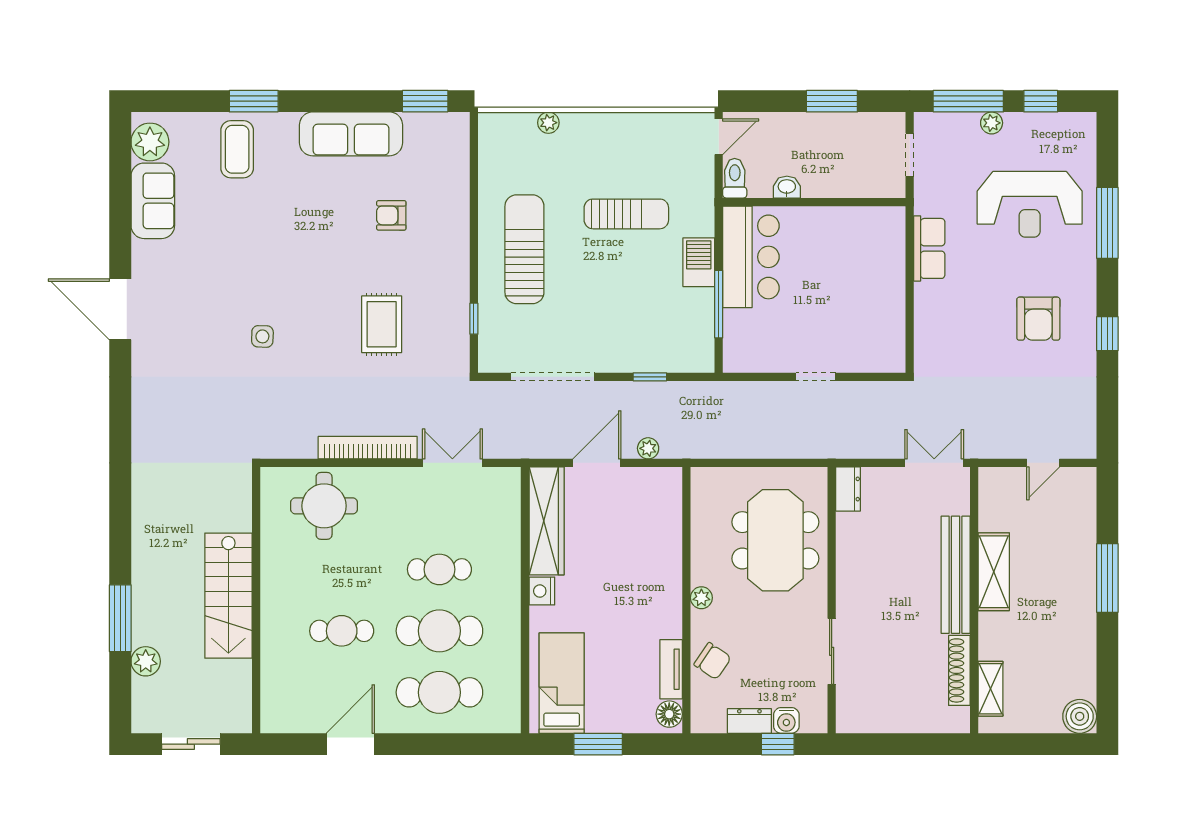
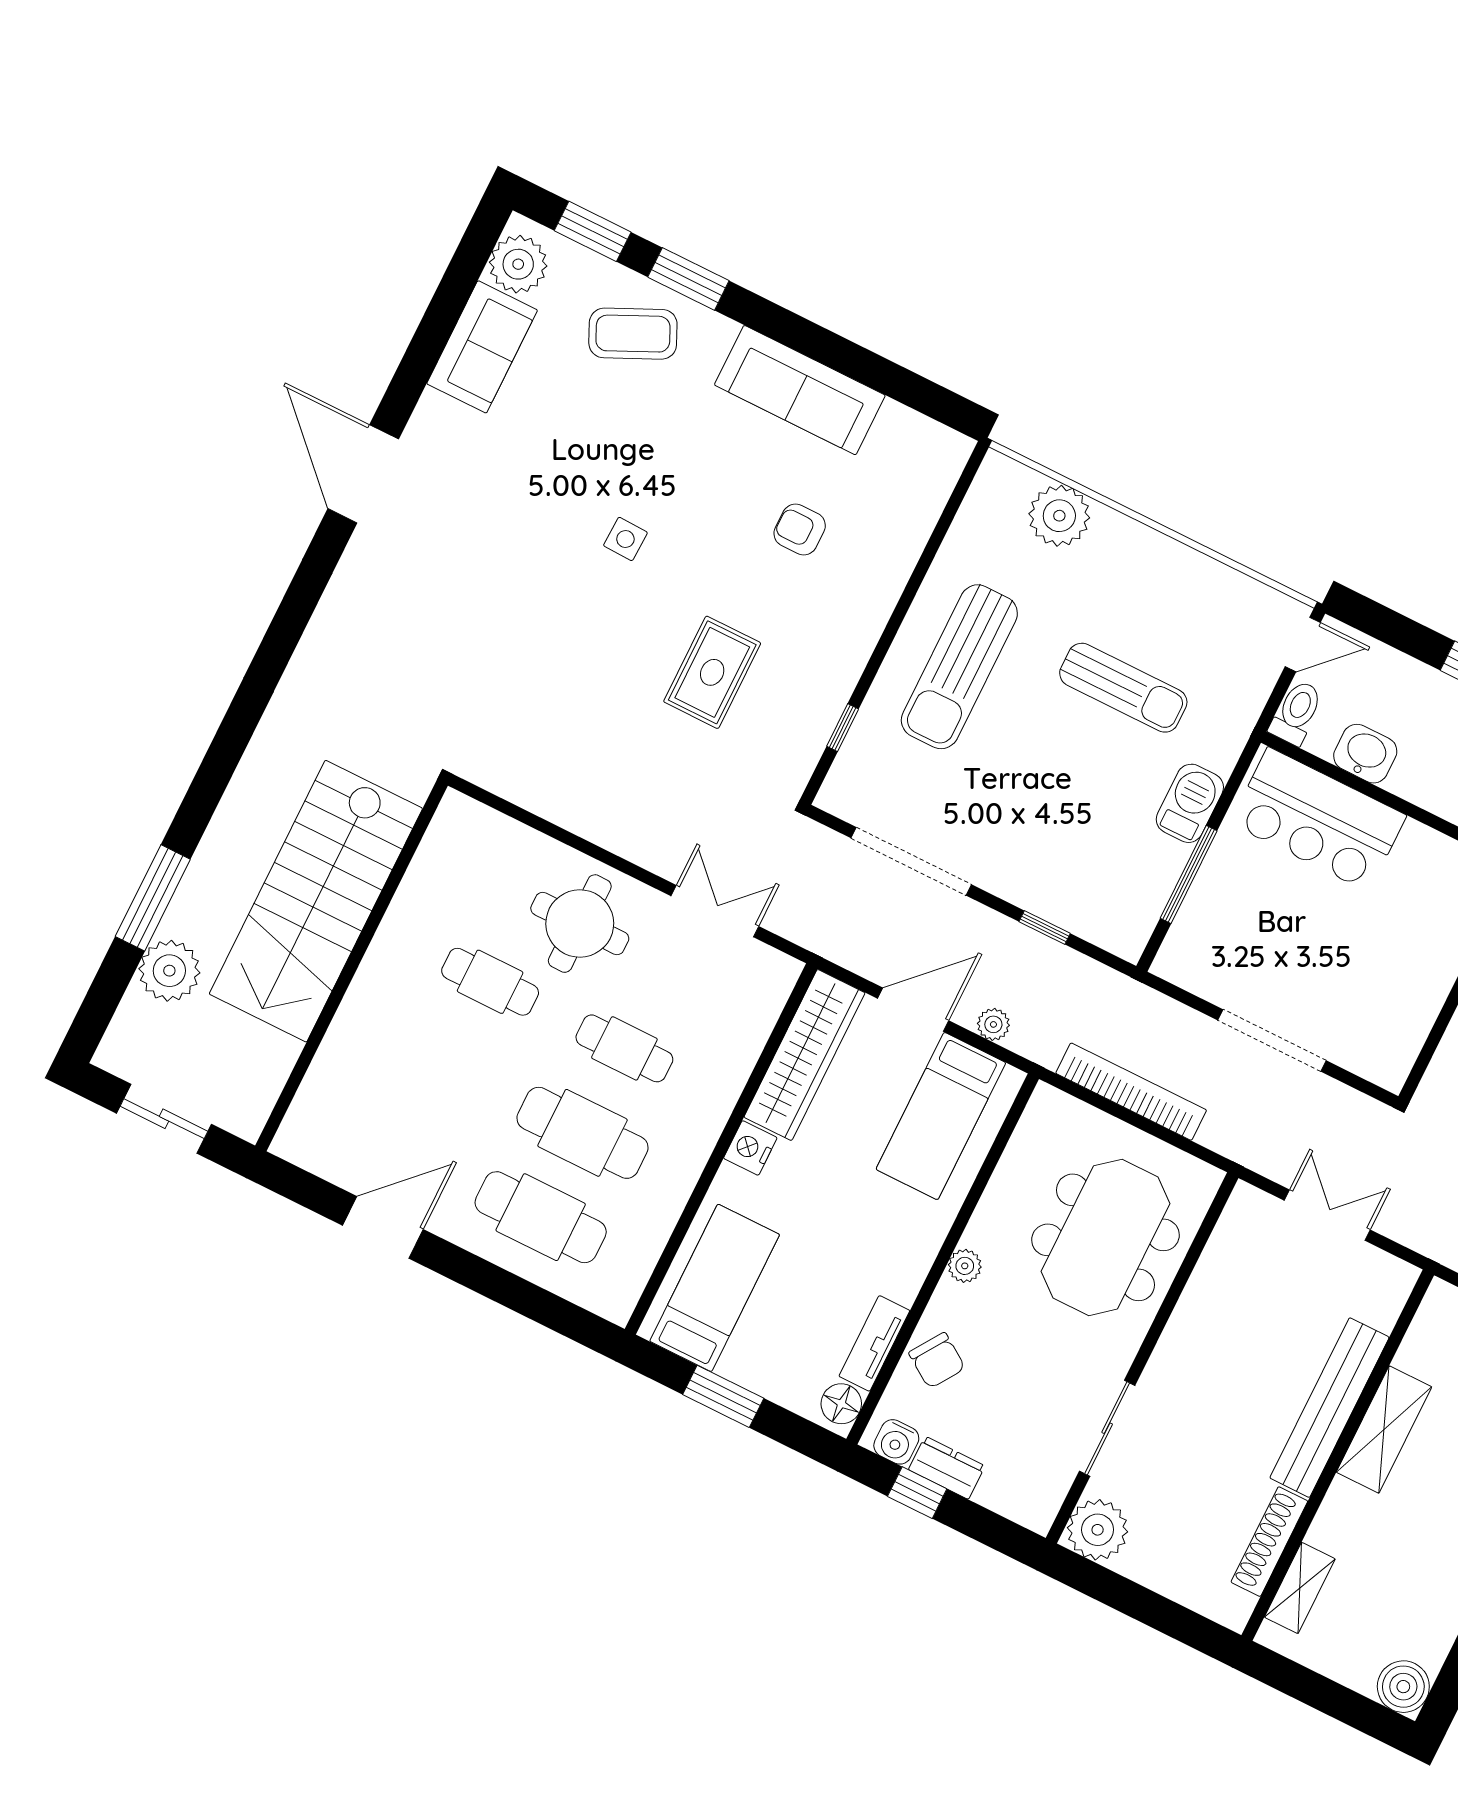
window: (425, 101) -> (593, 231), moved
plant: (548, 123) -> (1059, 516), width x1.88, depth x1.88
coffee table: (237, 149) -> (633, 334), turned 65
washbasin: (787, 187) -> (1365, 754), width x1.38, depth x1.45
sun lounger: (524, 249) -> (959, 667), turned 180
bar counter: (751, 257) -> (1318, 819), moved, turned 90
side table: (262, 336) -> (625, 539), moved
doorway: (816, 377) -> (1272, 1040), width x1.87
bookcase: (368, 448) -> (1131, 1092), moved
double door: (934, 463) -> (1327, 1215), moved
dresser: (848, 489) -> (1240, 1217), removed
round table: (324, 506) -> (580, 924), moved
bed: (644, 517) -> (941, 1116), added
stairs: (228, 596) -> (316, 901), width x1.36, depth x1.51
cafe table: (342, 631) -> (490, 982), moved
plant: (146, 661) -> (169, 971), width x1.36, depth x1.36
plant: (856, 713) -> (1098, 1530), added
water cooler: (786, 720) -> (896, 1442), moved
window: (778, 744) -> (917, 1493), moved

